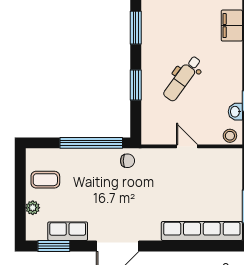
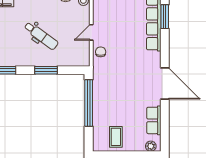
chair: (128, 161) -> (101, 52), moved
plant: (33, 208) -> (151, 146), moved
window: (54, 246) -> (165, 17), moved

